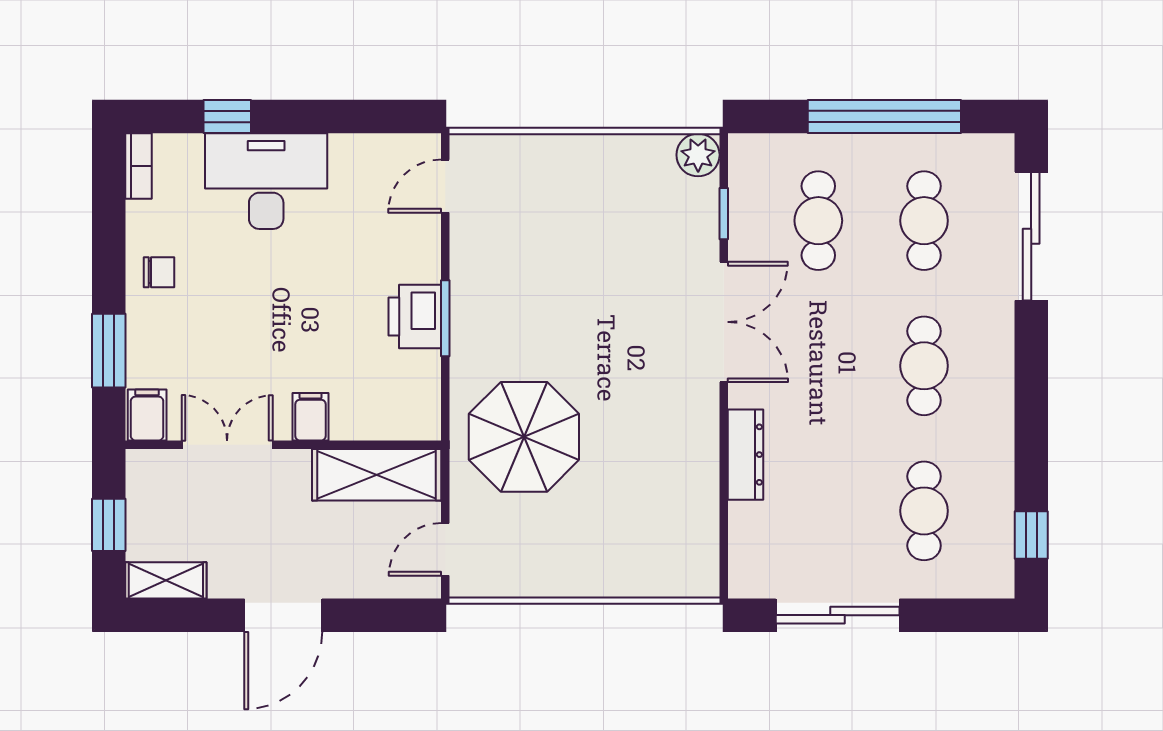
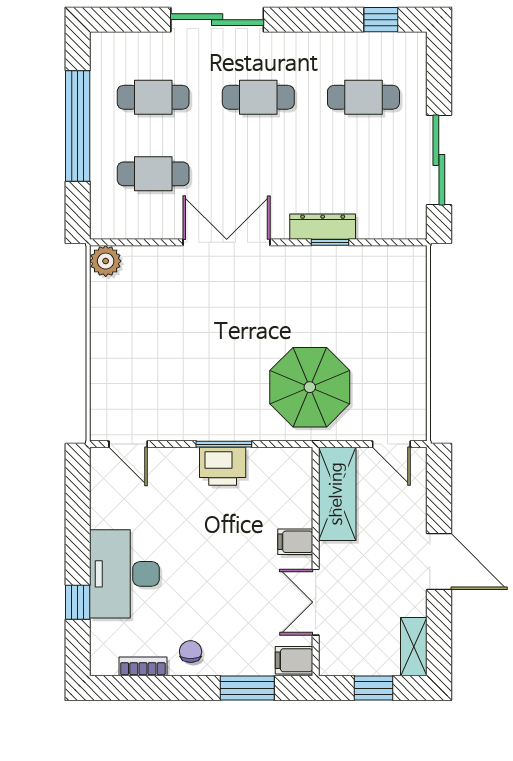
bookcase: (138, 166) -> (143, 666), moved
window: (724, 214) -> (330, 242), moved
sliding door: (1031, 236) -> (217, 20), moved

